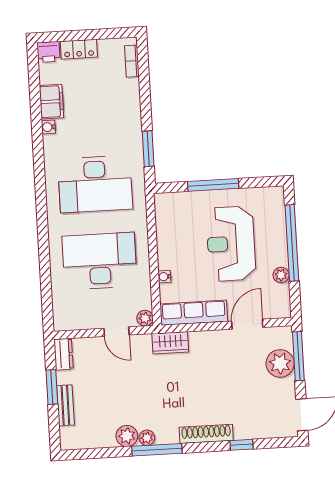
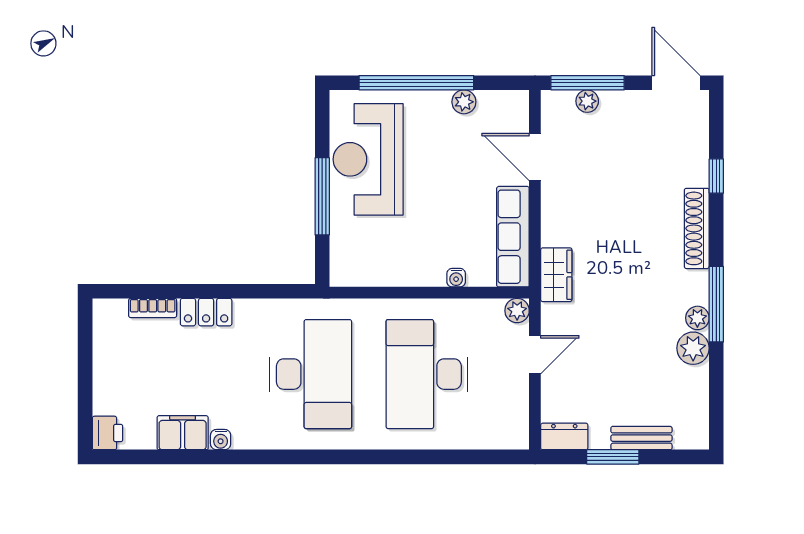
locker: (79, 49) -> (206, 312), moved, turned 90
bookcase: (132, 61) -> (153, 308), moved
window: (148, 149) -> (262, 291), removed
reception desk: (231, 244) -> (368, 159), moved, turned 90
plant: (280, 363) -> (587, 101), width x0.53, depth x0.53

